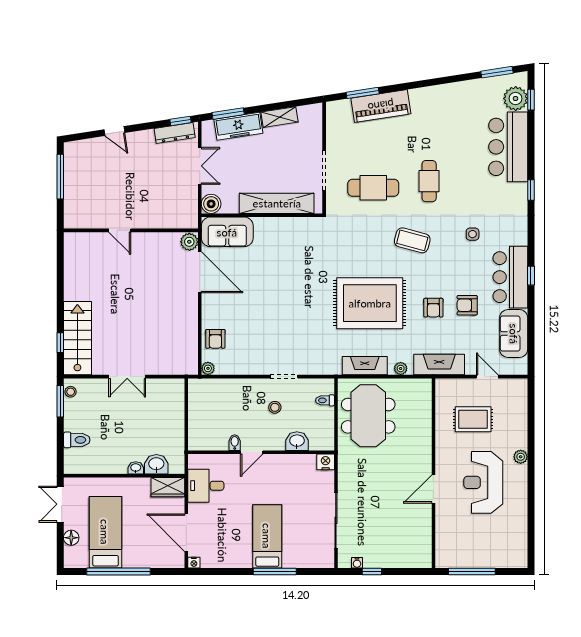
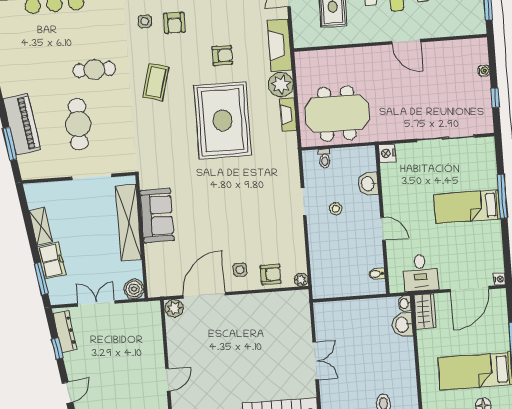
window: (180, 121) -> (57, 349), moved
freezer: (238, 126) -> (52, 261), width x0.71
cafe table: (373, 188) -> (78, 124), moved
sofa: (227, 232) -> (157, 216), moved
armchair: (467, 305) -> (174, 23), moved
side table: (222, 309) -> (240, 270), added
fireplace: (365, 366) -> (288, 114), width x0.73, depth x0.76
plant: (401, 368) -> (281, 85), width x1.88, depth x1.88
bidet: (235, 443) -> (376, 274), moved
washbasin: (136, 468) -> (405, 304), moved
water cooler: (357, 563) -> (484, 71), moved

